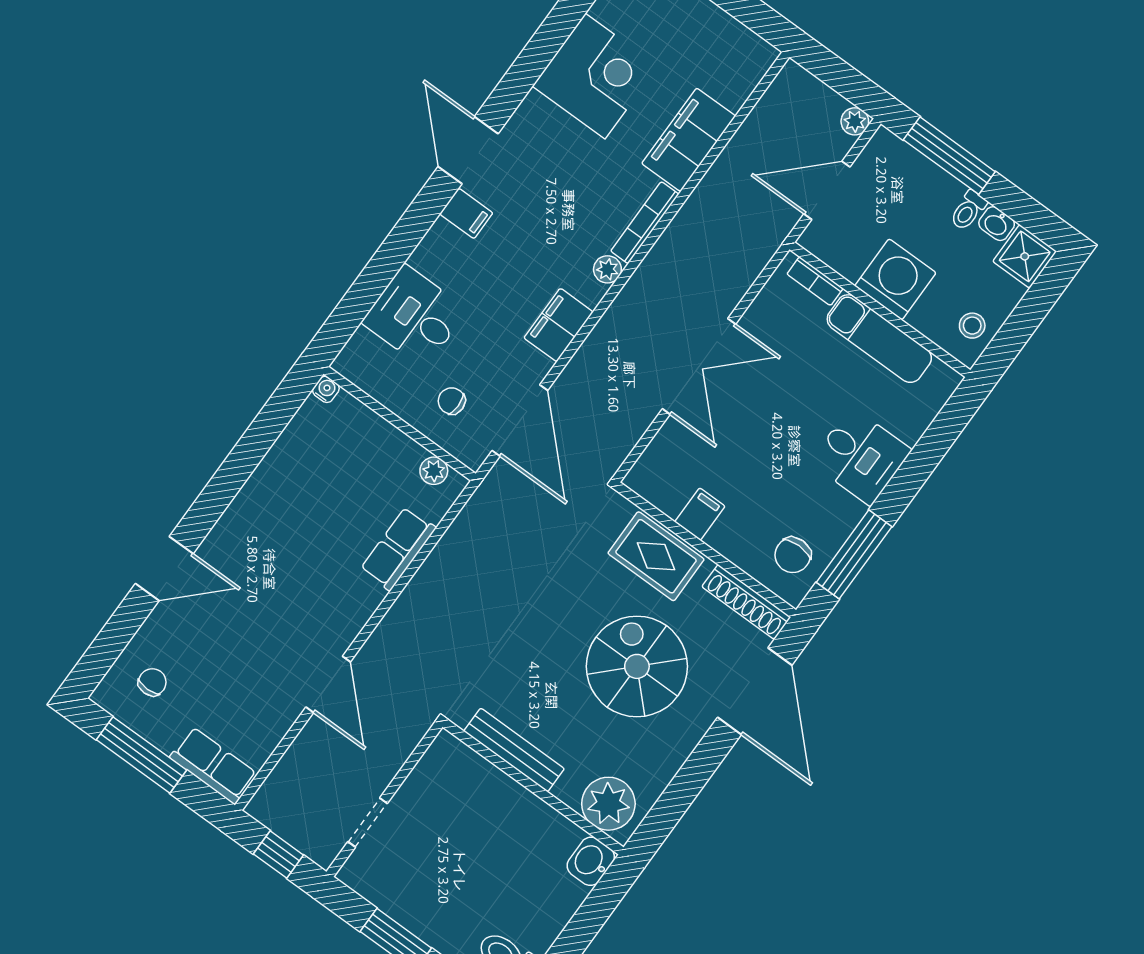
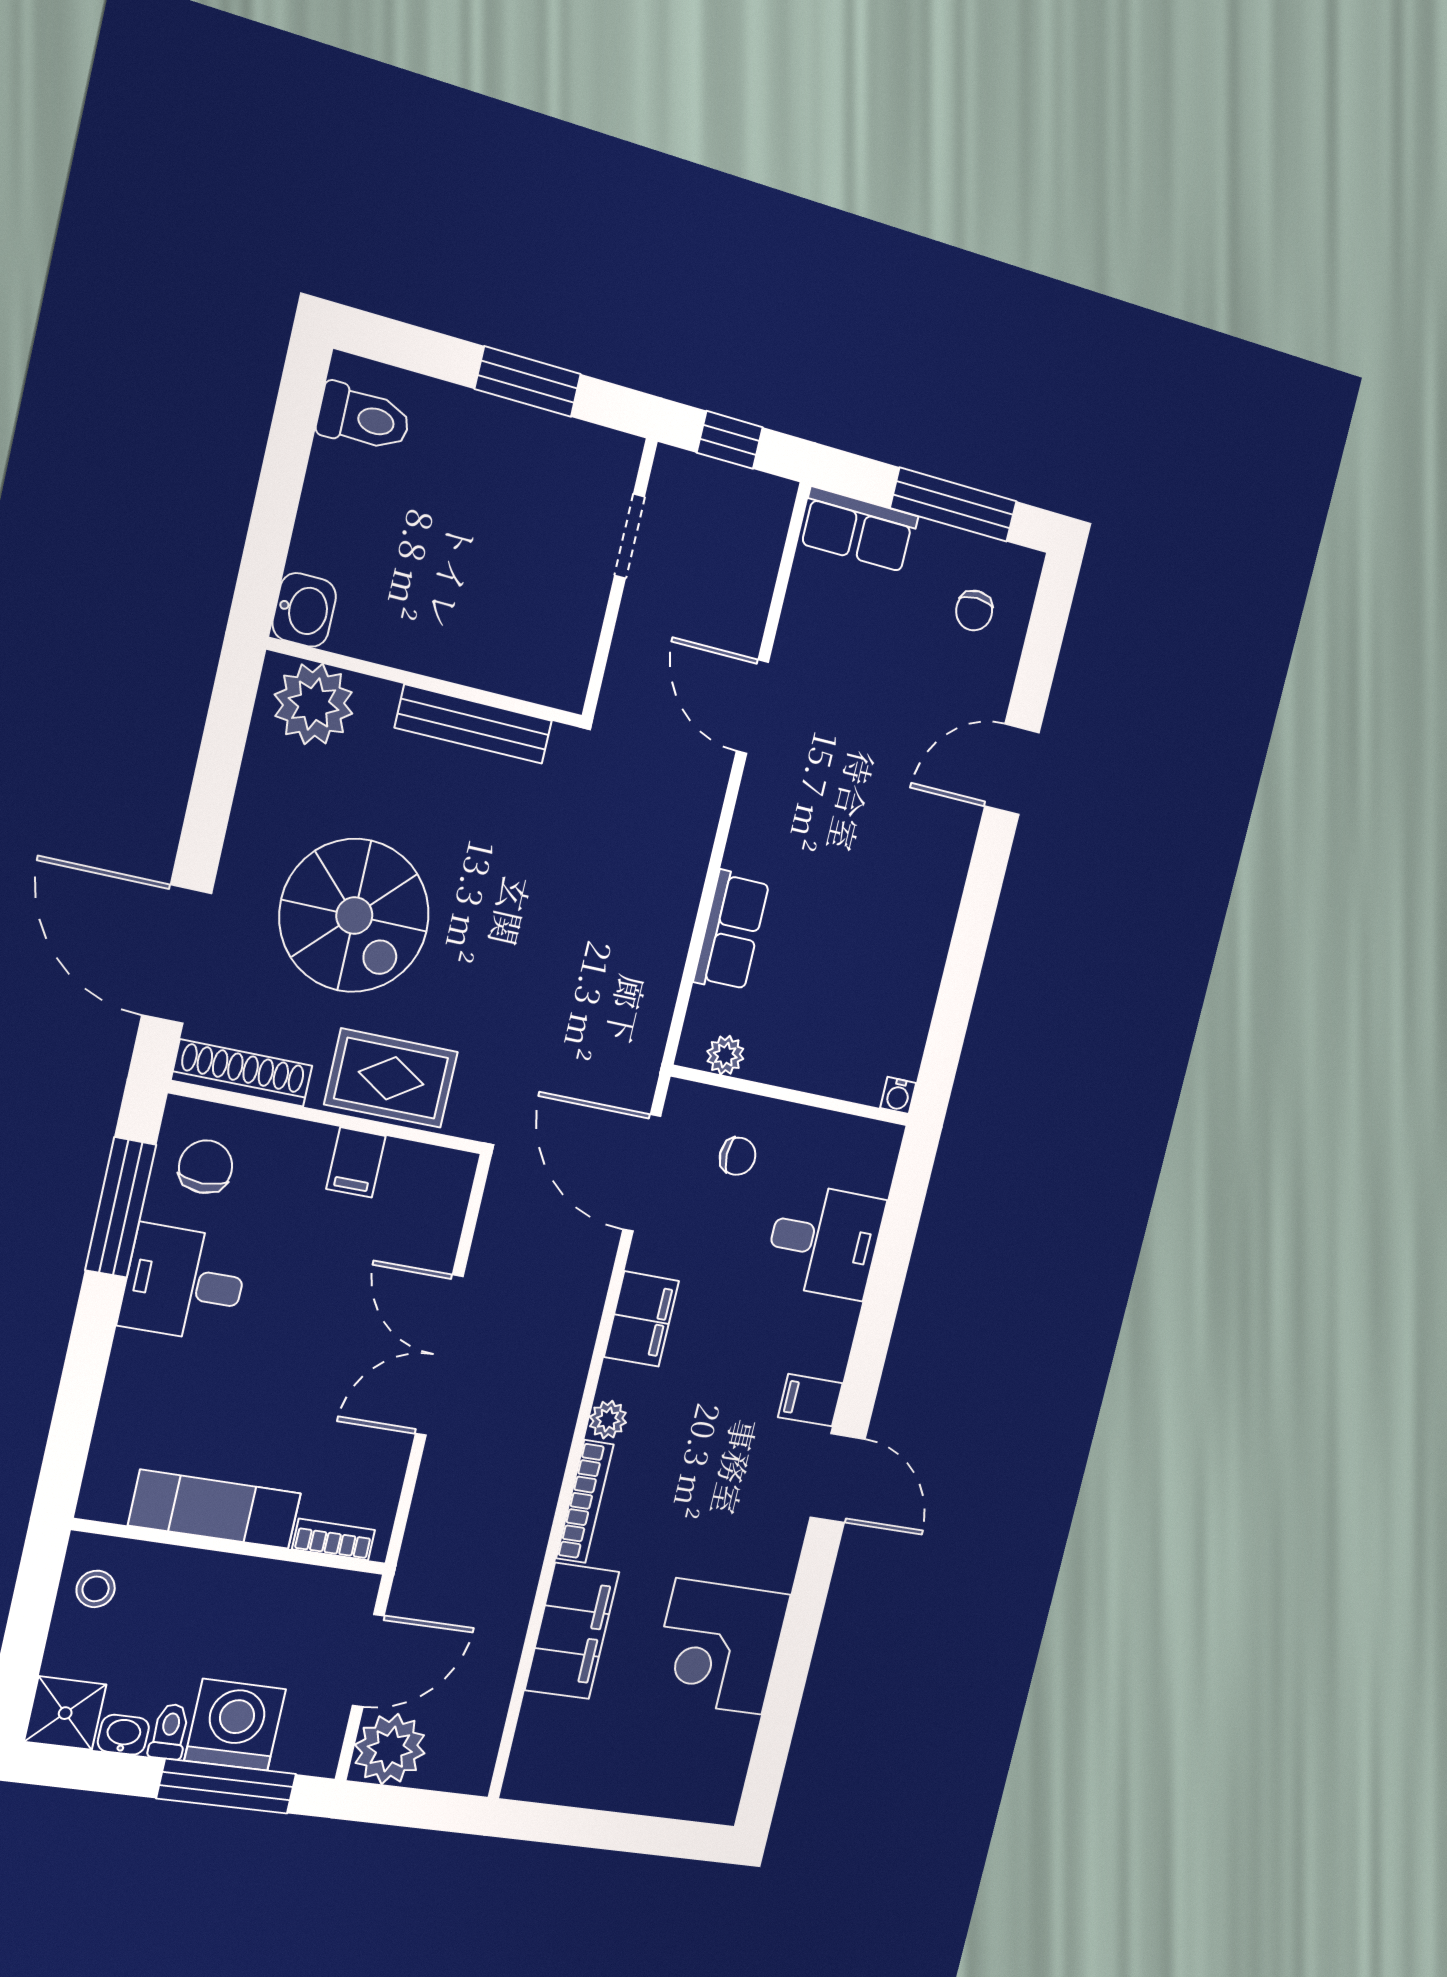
plant: (855, 121) -> (390, 1749), width x1.88, depth x1.88
washing machine: (895, 279) -> (235, 1725), moved, turned 180
desk: (861, 456) -> (184, 1283), moved

